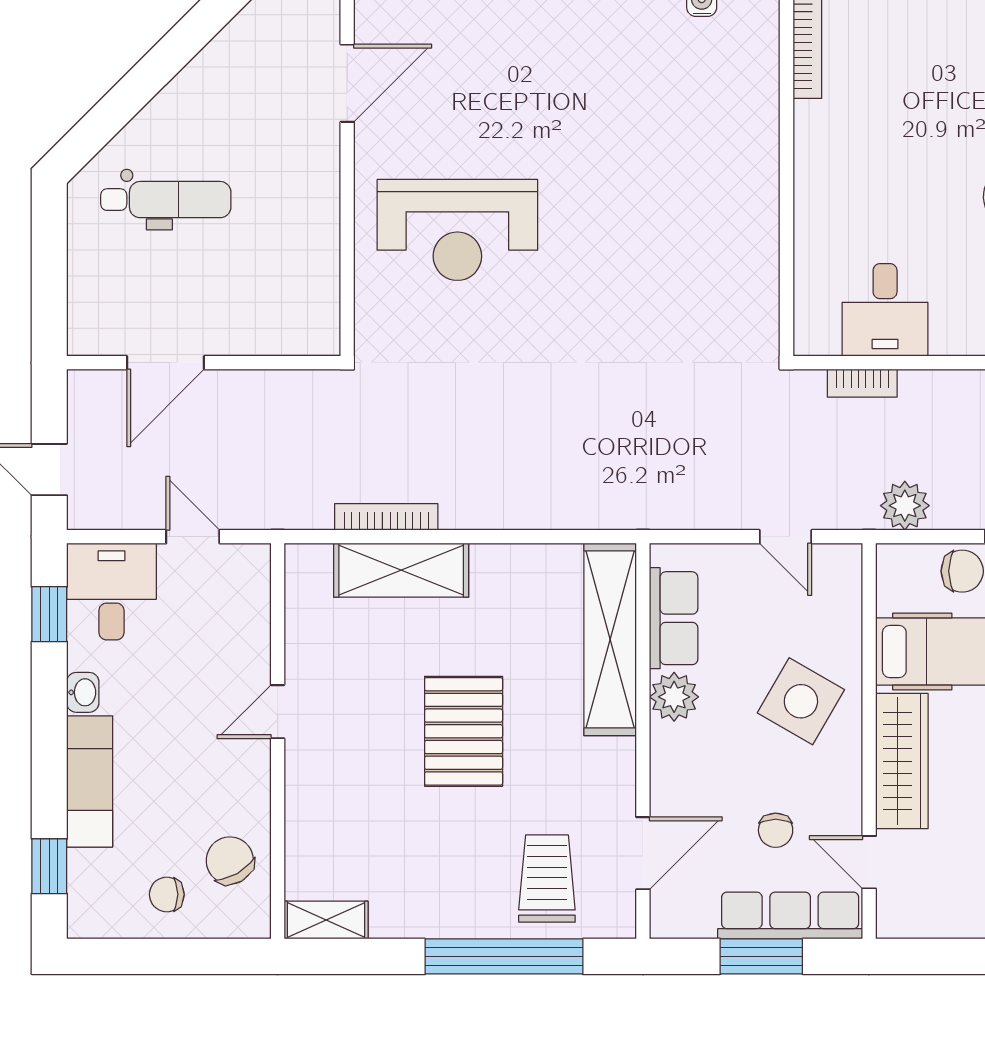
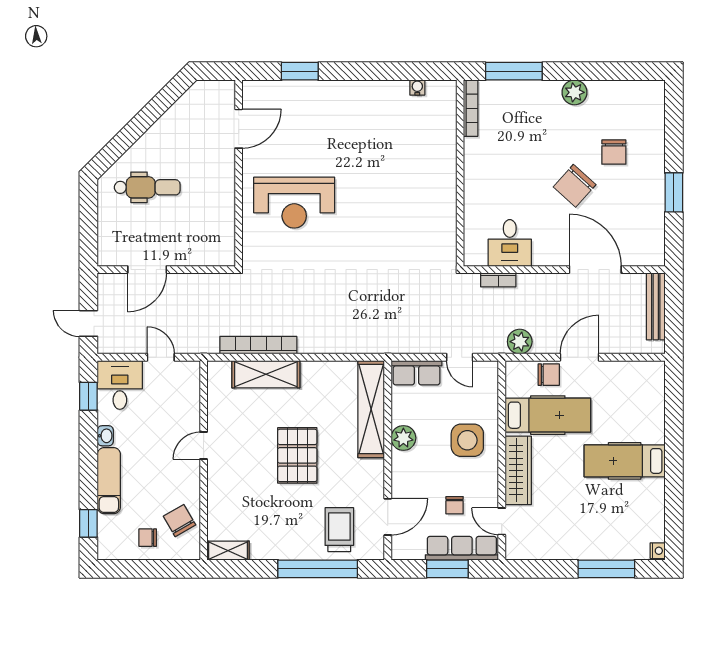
bookcase: (386, 517) -> (258, 345), width x1.48, depth x1.31
row of seats: (674, 618) -> (416, 373), moved, turned 90
side table: (801, 701) -> (467, 440), turned -30

